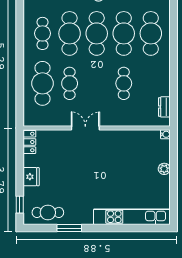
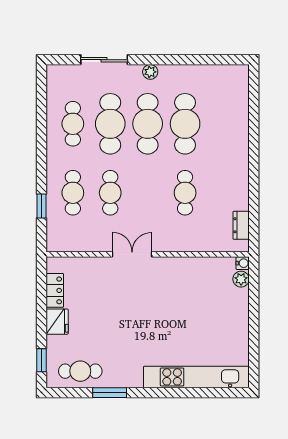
cafe table: (151, 33) -> (222, 124), removed
cafe table: (43, 83) -> (73, 193), width x0.73, depth x0.74
window: (20, 93) -> (42, 206), added
locker: (29, 142) -> (55, 290), moved
plant: (164, 169) -> (241, 279), moved

